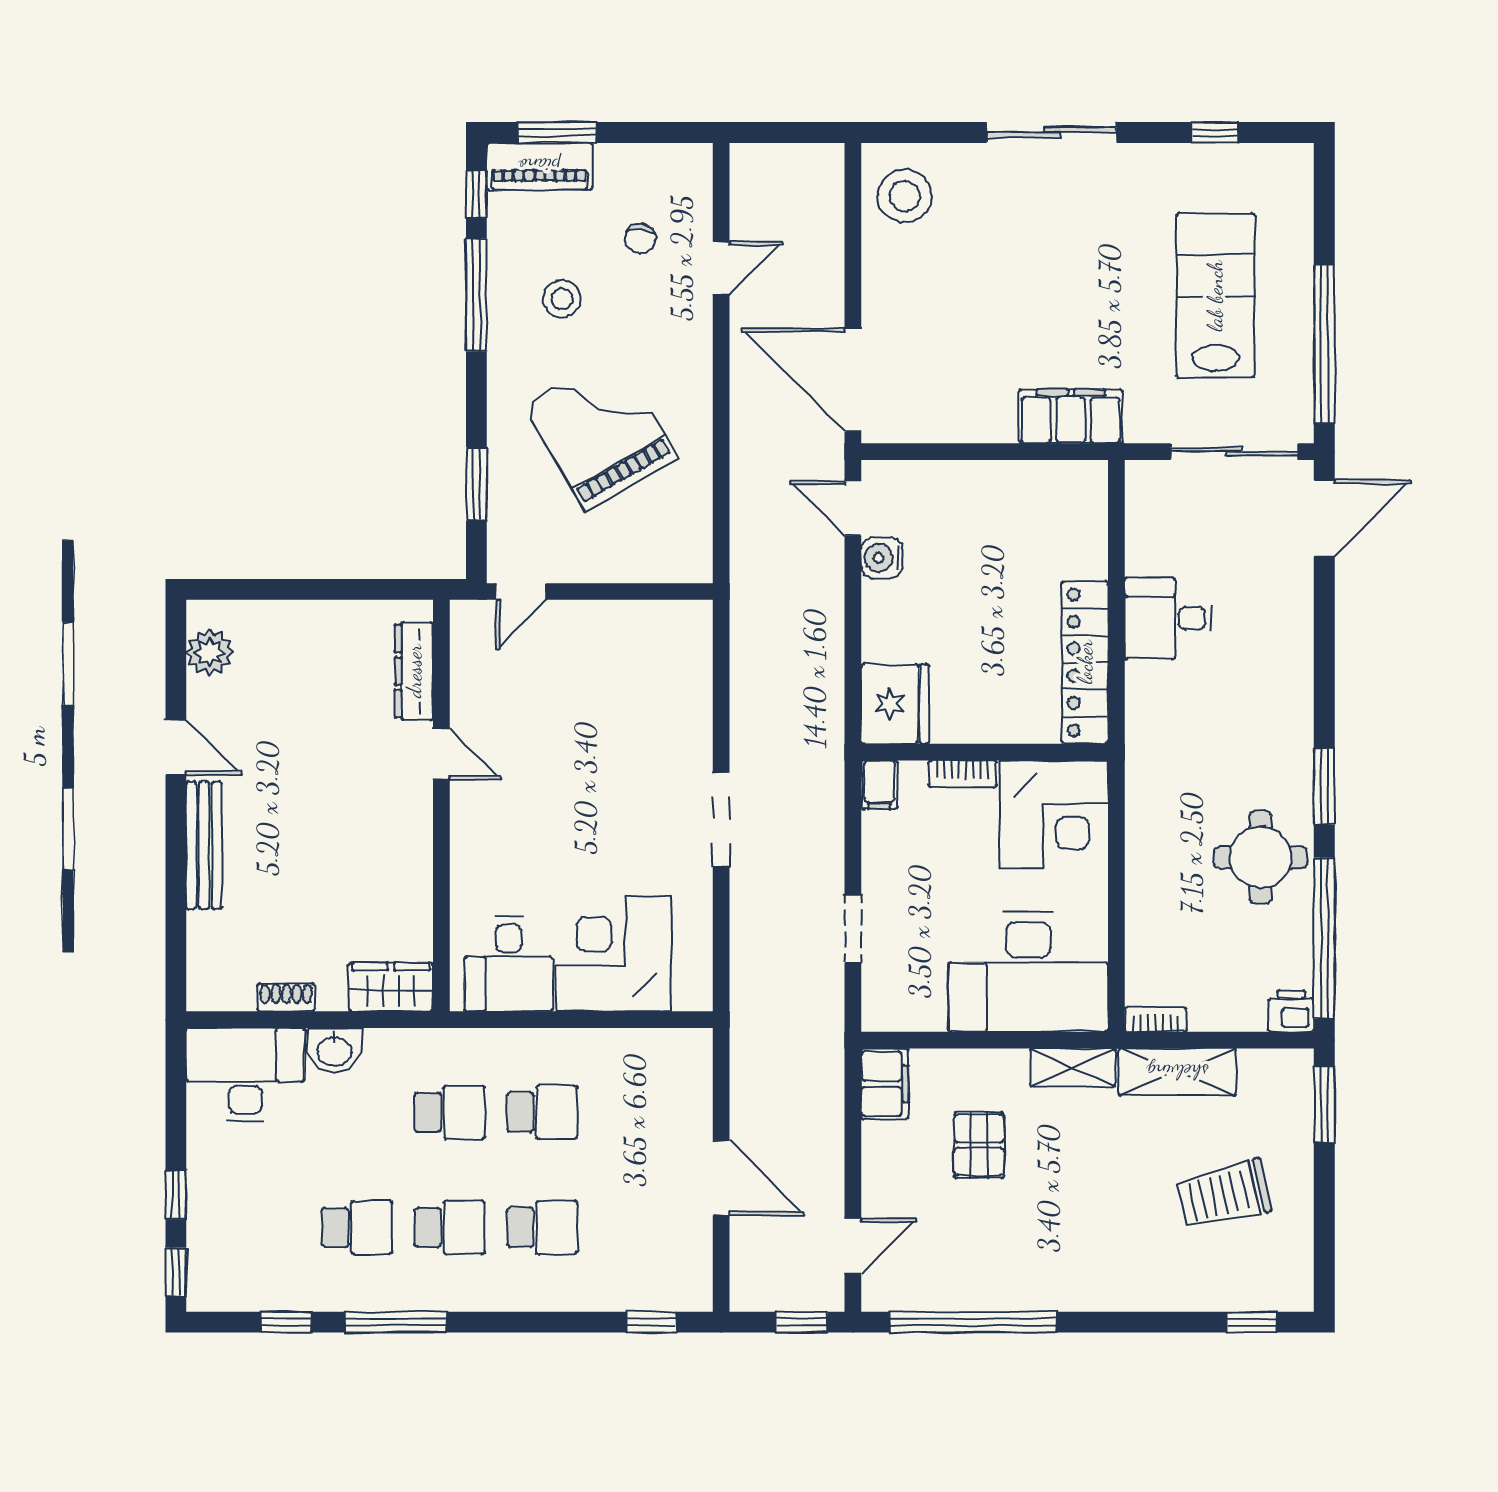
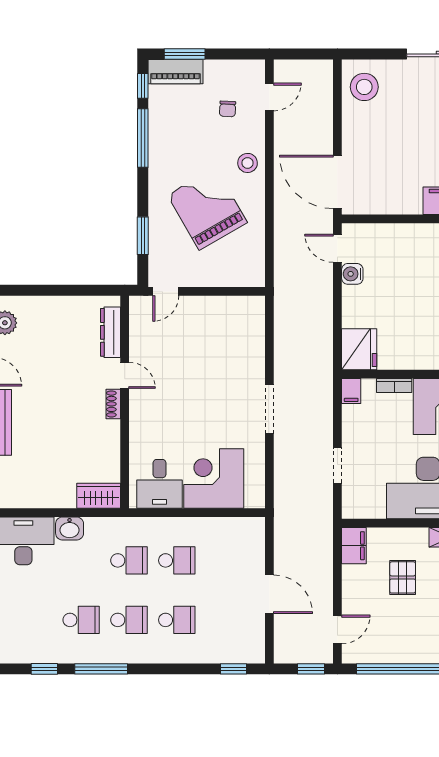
door: (721, 268) -> (269, 97), moved
stool: (562, 299) -> (248, 163), moved
shoe rack: (286, 997) -> (113, 404), moved, turned -90

